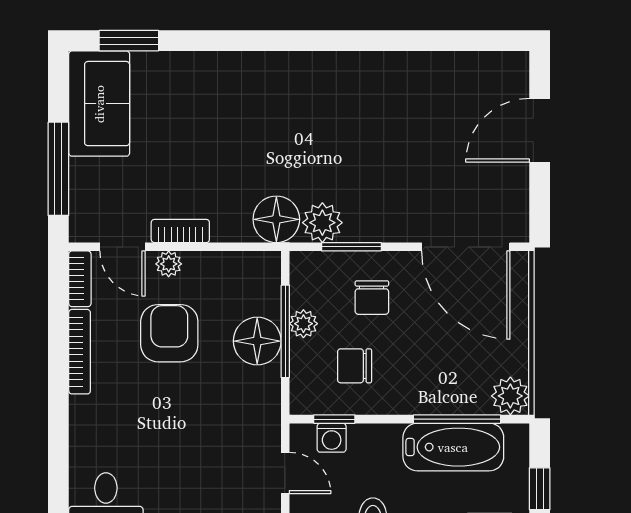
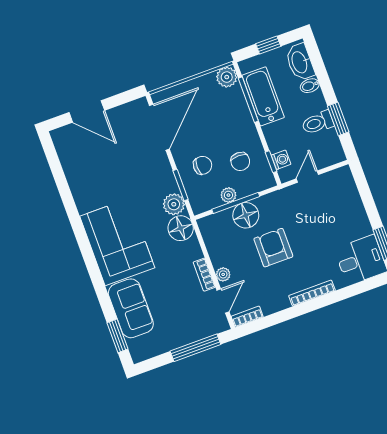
corner sofa: (293, 100) -> (117, 242), added
sofa: (99, 104) -> (131, 308), moved, turned 90
armchair: (169, 333) -> (273, 248), moved, turned 90
bookcase: (80, 352) -> (312, 293), moved

